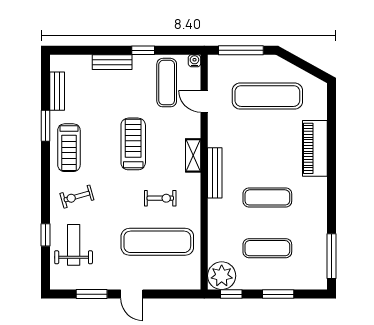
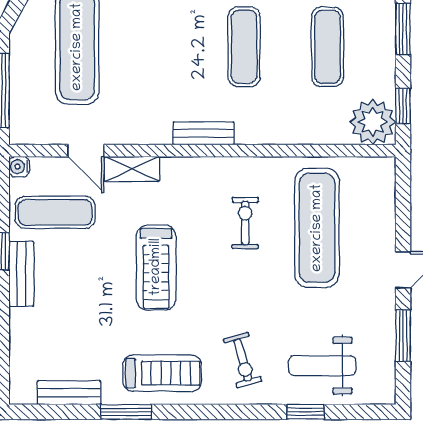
bench: (112, 62) -> (21, 274), moved
door: (204, 101) -> (86, 151), hinge flipped
treadmill: (133, 144) -> (156, 267), turned -90
shelving: (193, 155) -> (132, 169), moved
bench: (215, 173) -> (204, 133), width x0.73

